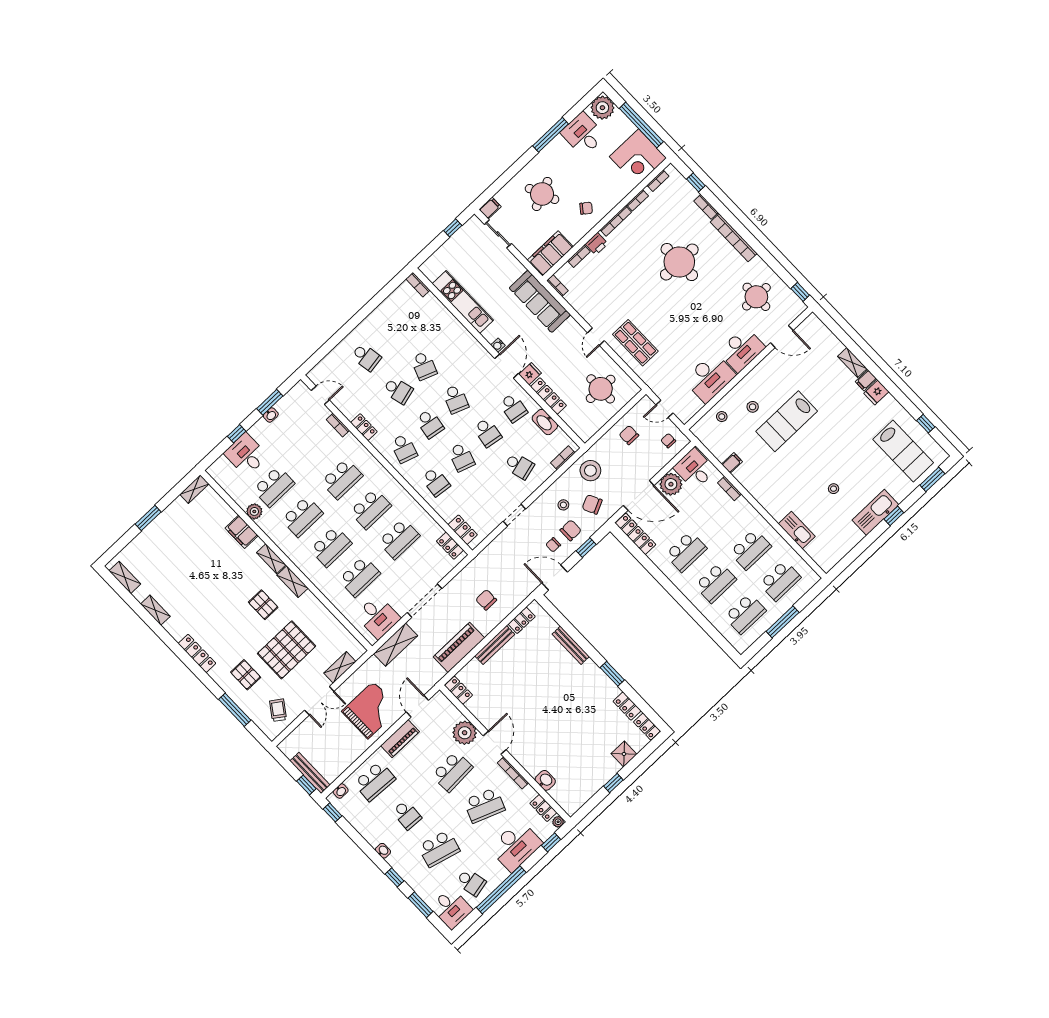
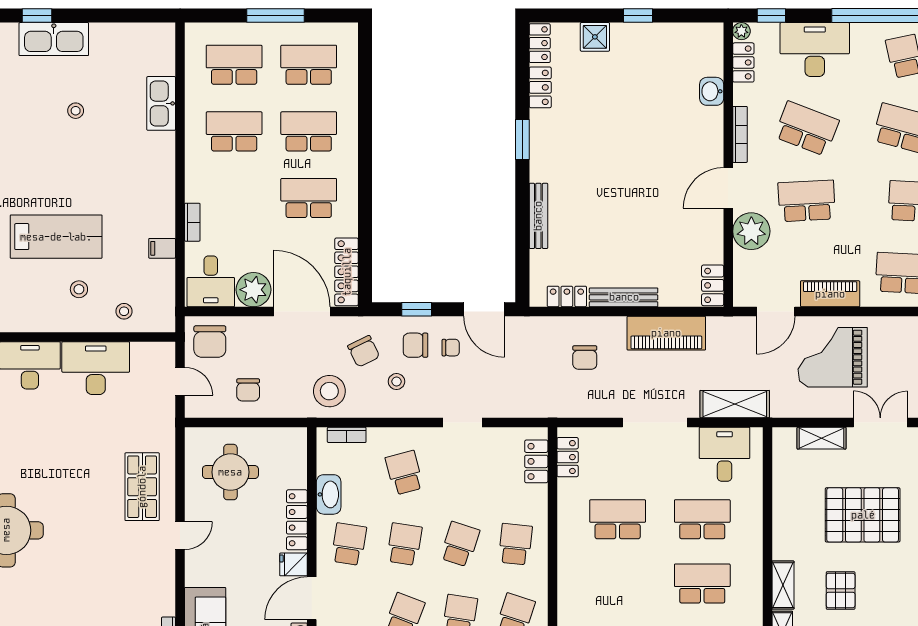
chair: (668, 441) -> (210, 342), width x1.87, depth x1.87
school desk: (370, 509) -> (618, 584), removed

